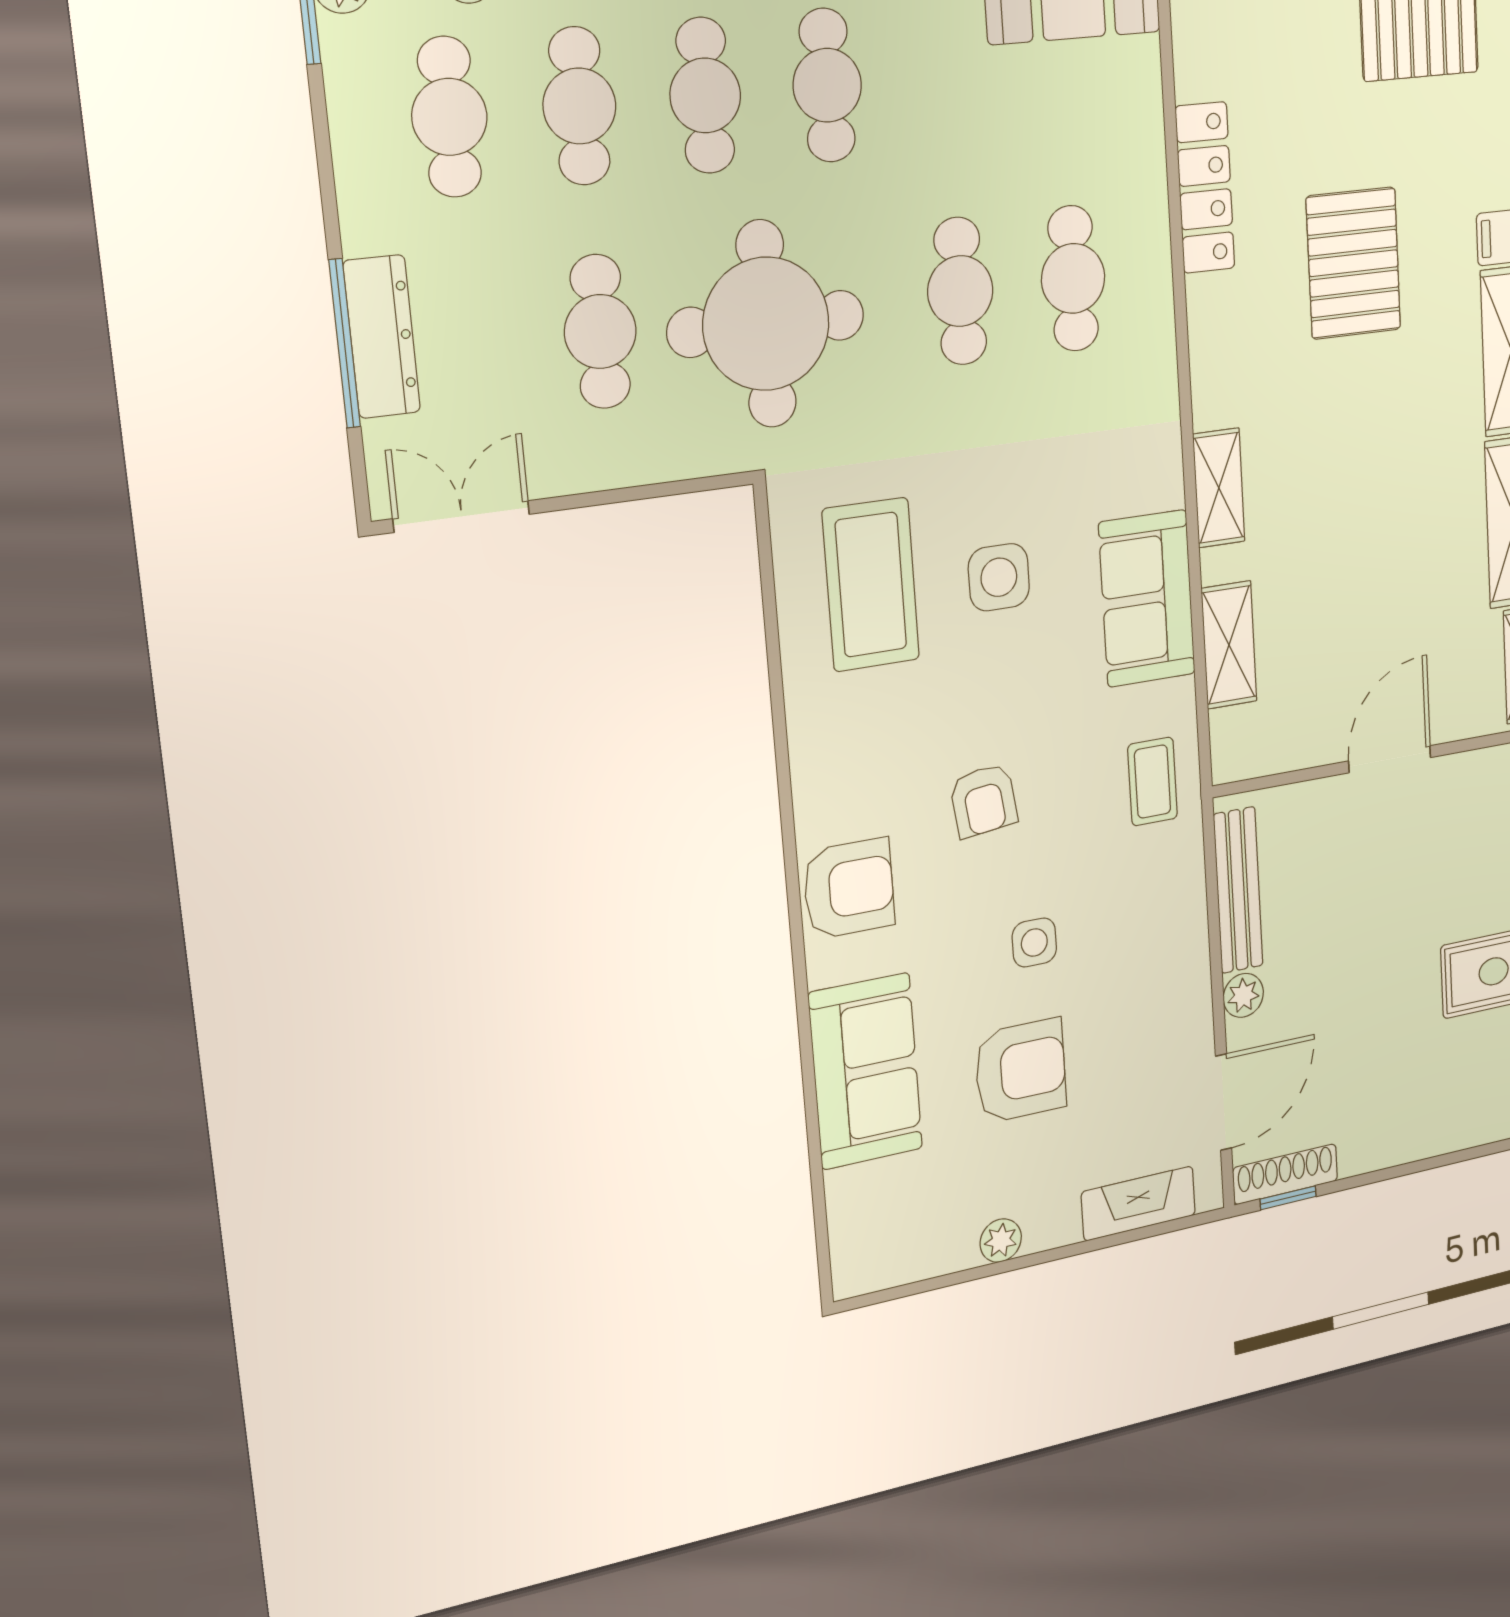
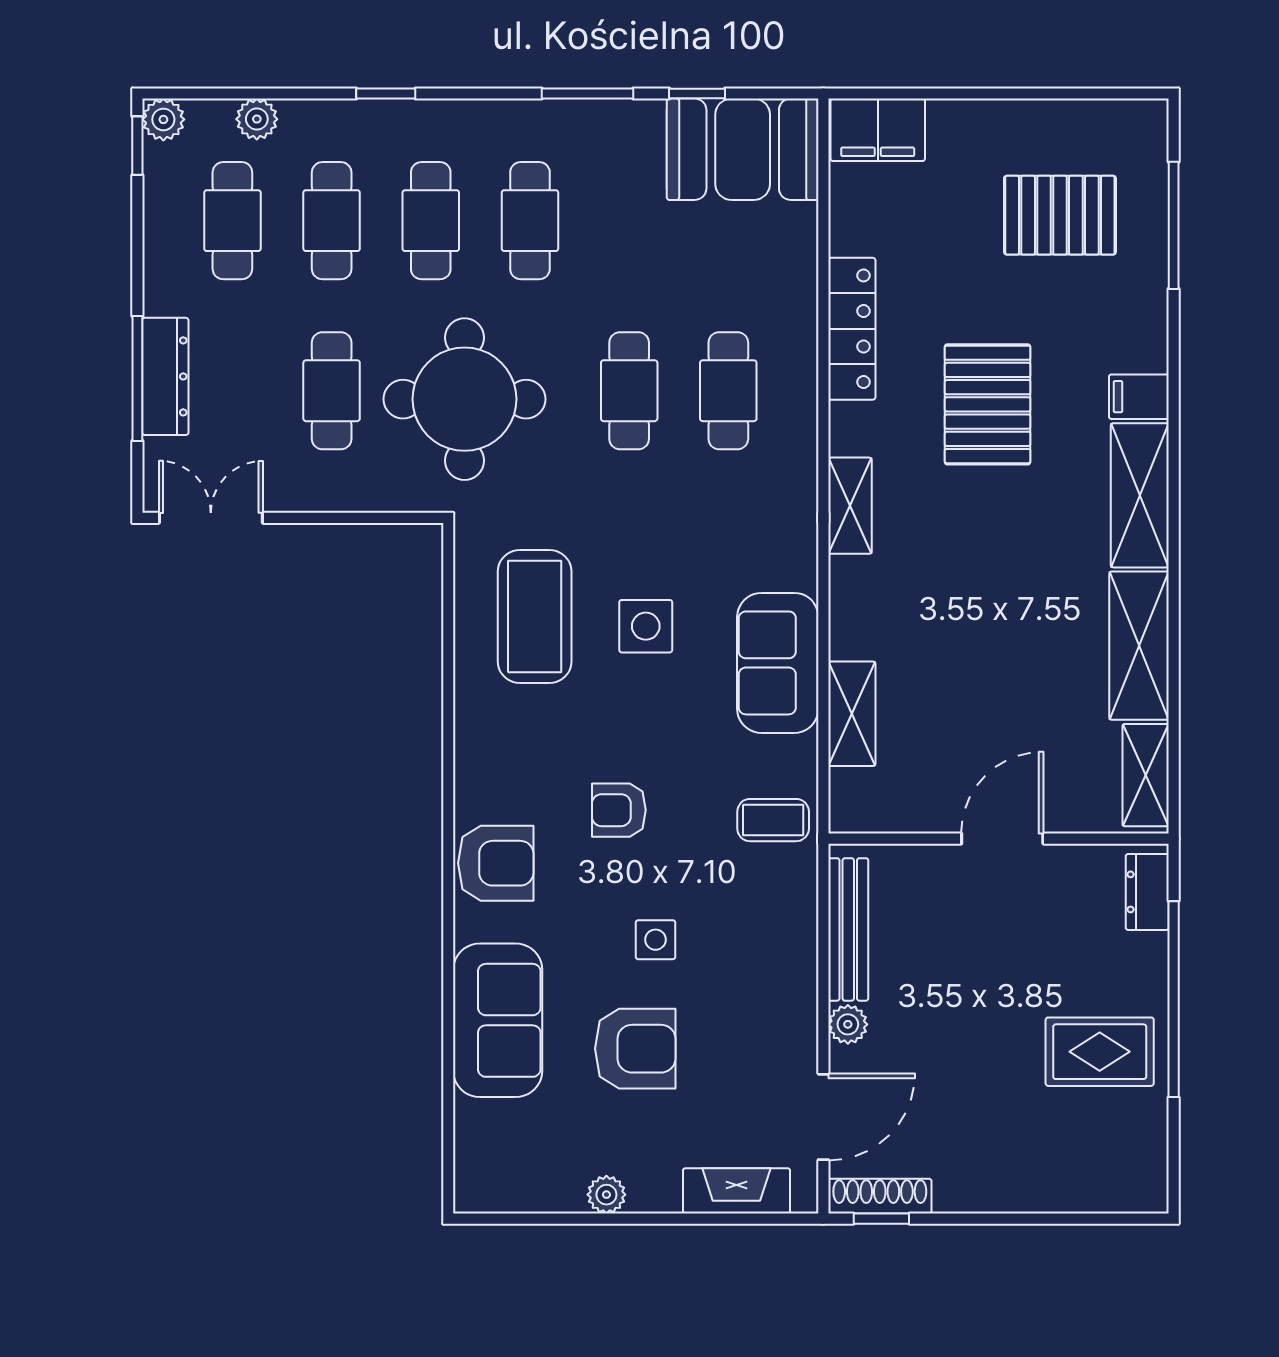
shelving: (1219, 488) -> (850, 506), moved
coffee table: (1153, 782) -> (773, 820), turned 90
armchair: (984, 800) -> (619, 810), turned 97

